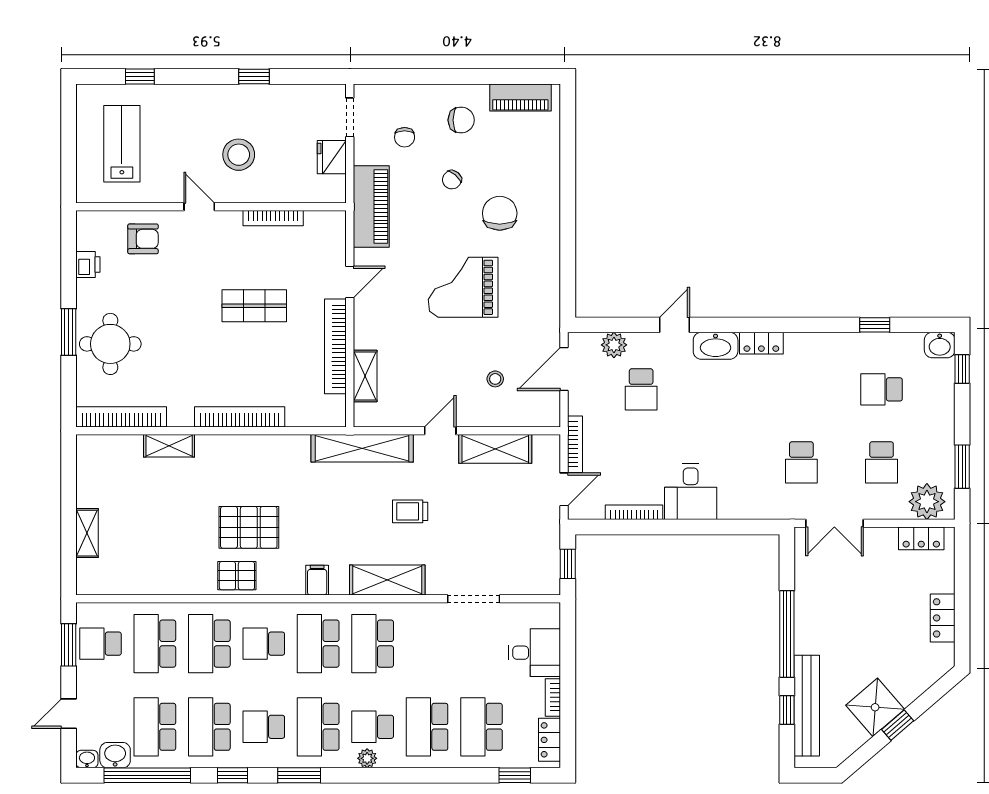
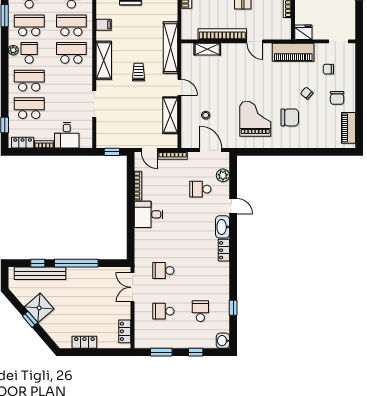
fridge: (332, 157) -> (303, 32), moved
grand piano: (463, 287) -> (255, 119), moved
window: (962, 369) -> (196, 352), moved
plant: (927, 502) -> (143, 334), removed

